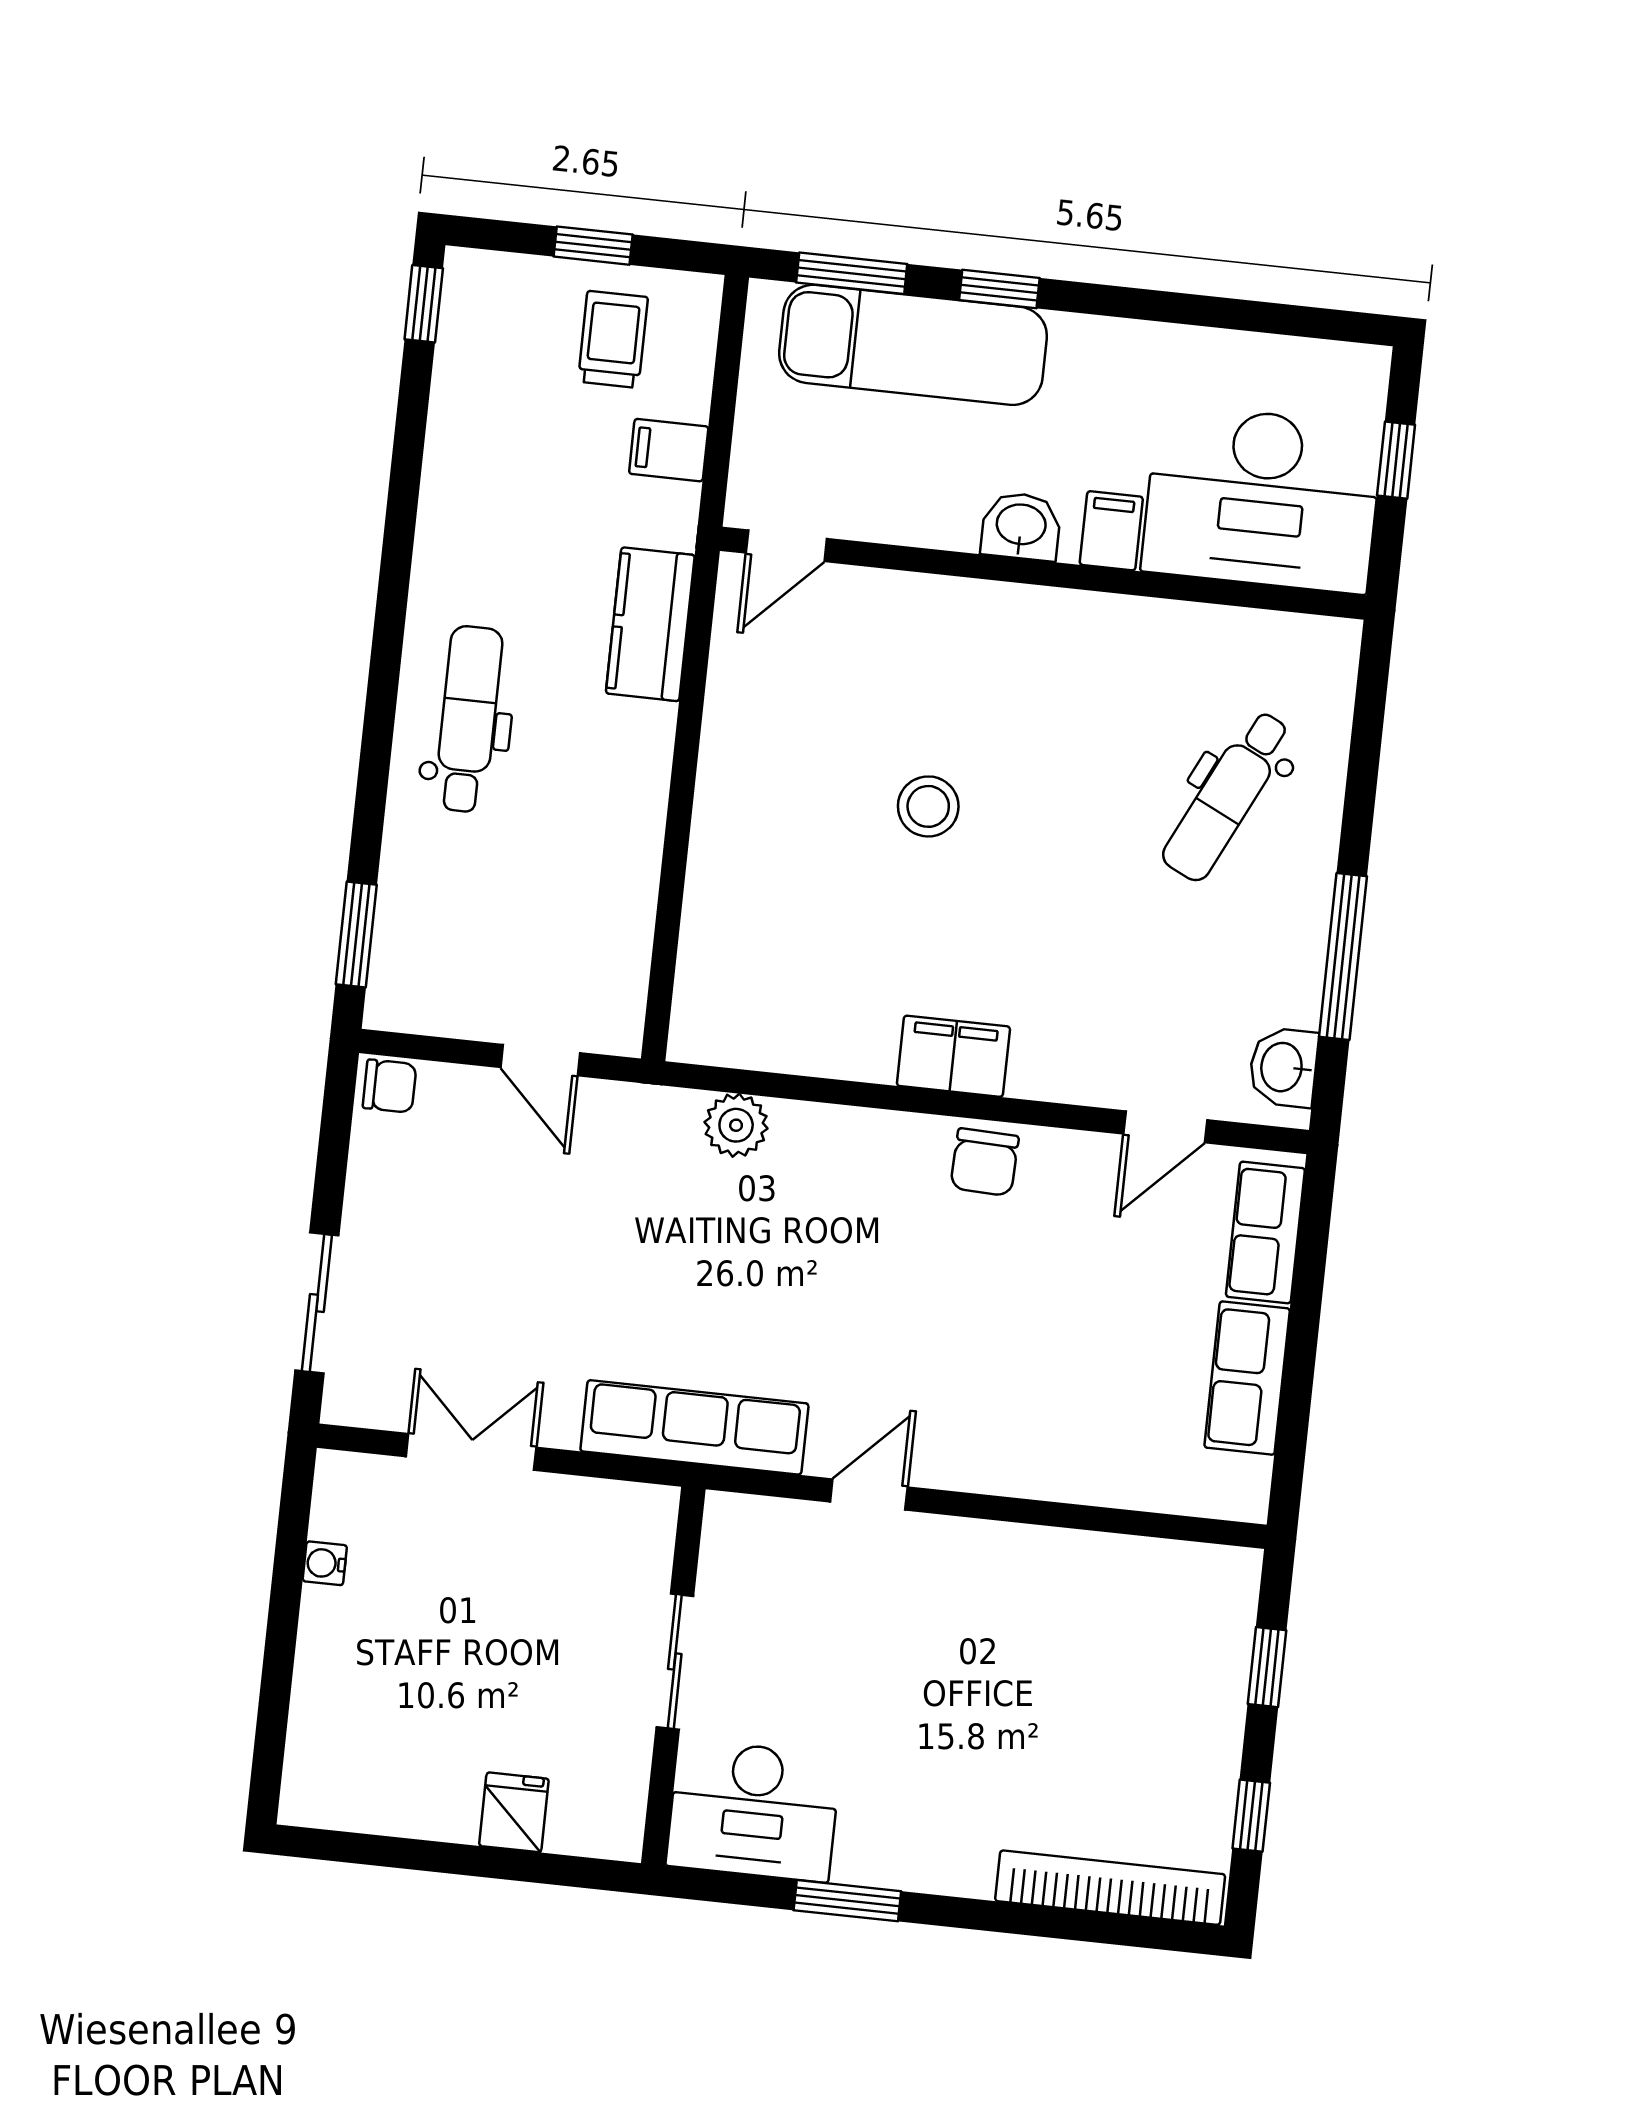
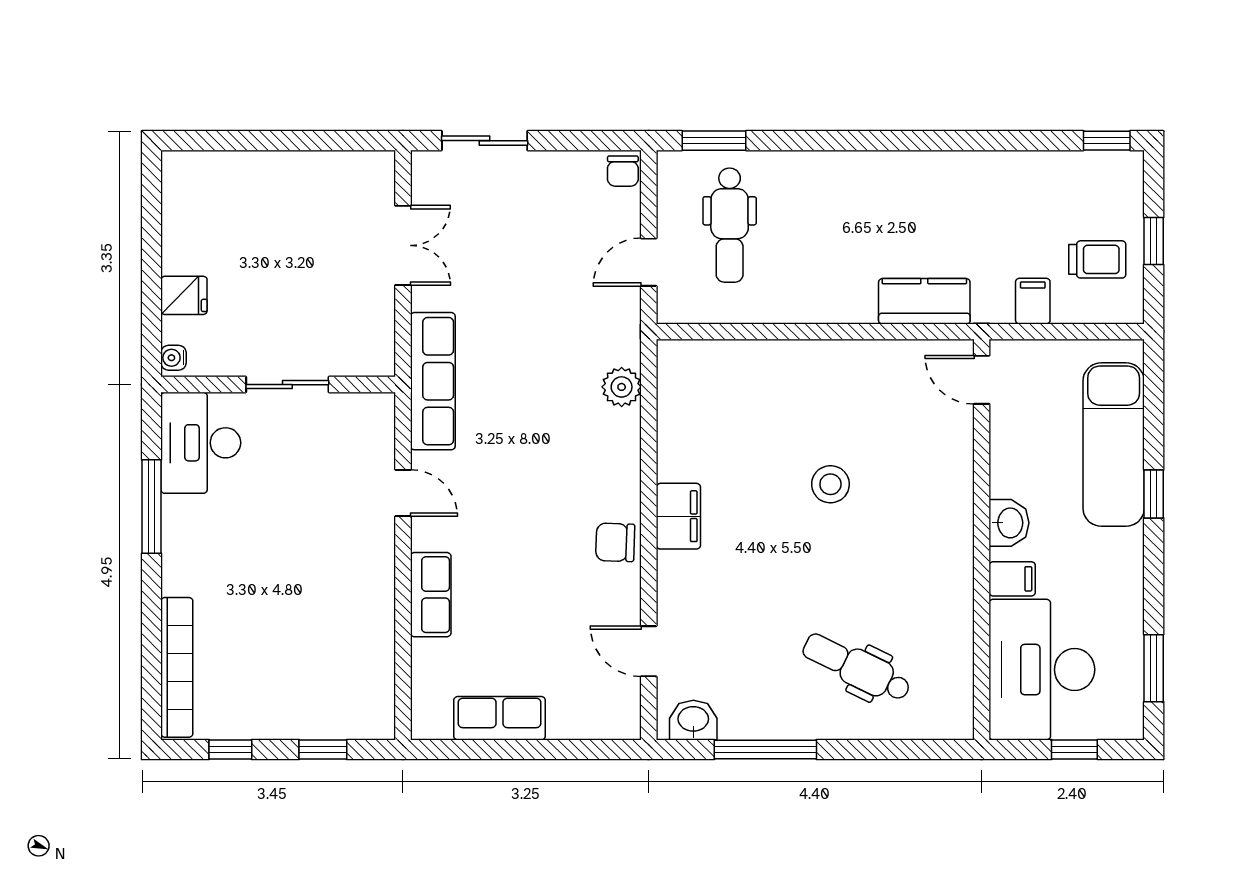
window: (852, 273) -> (1154, 668), moved
dental chair: (468, 719) -> (730, 225), moved, turned 90
row of seats: (1265, 1232) -> (431, 595), moved, turned 90
water cooler: (325, 1563) -> (173, 358), moved, turned -90
window: (847, 1901) -> (151, 507), width x1.44

